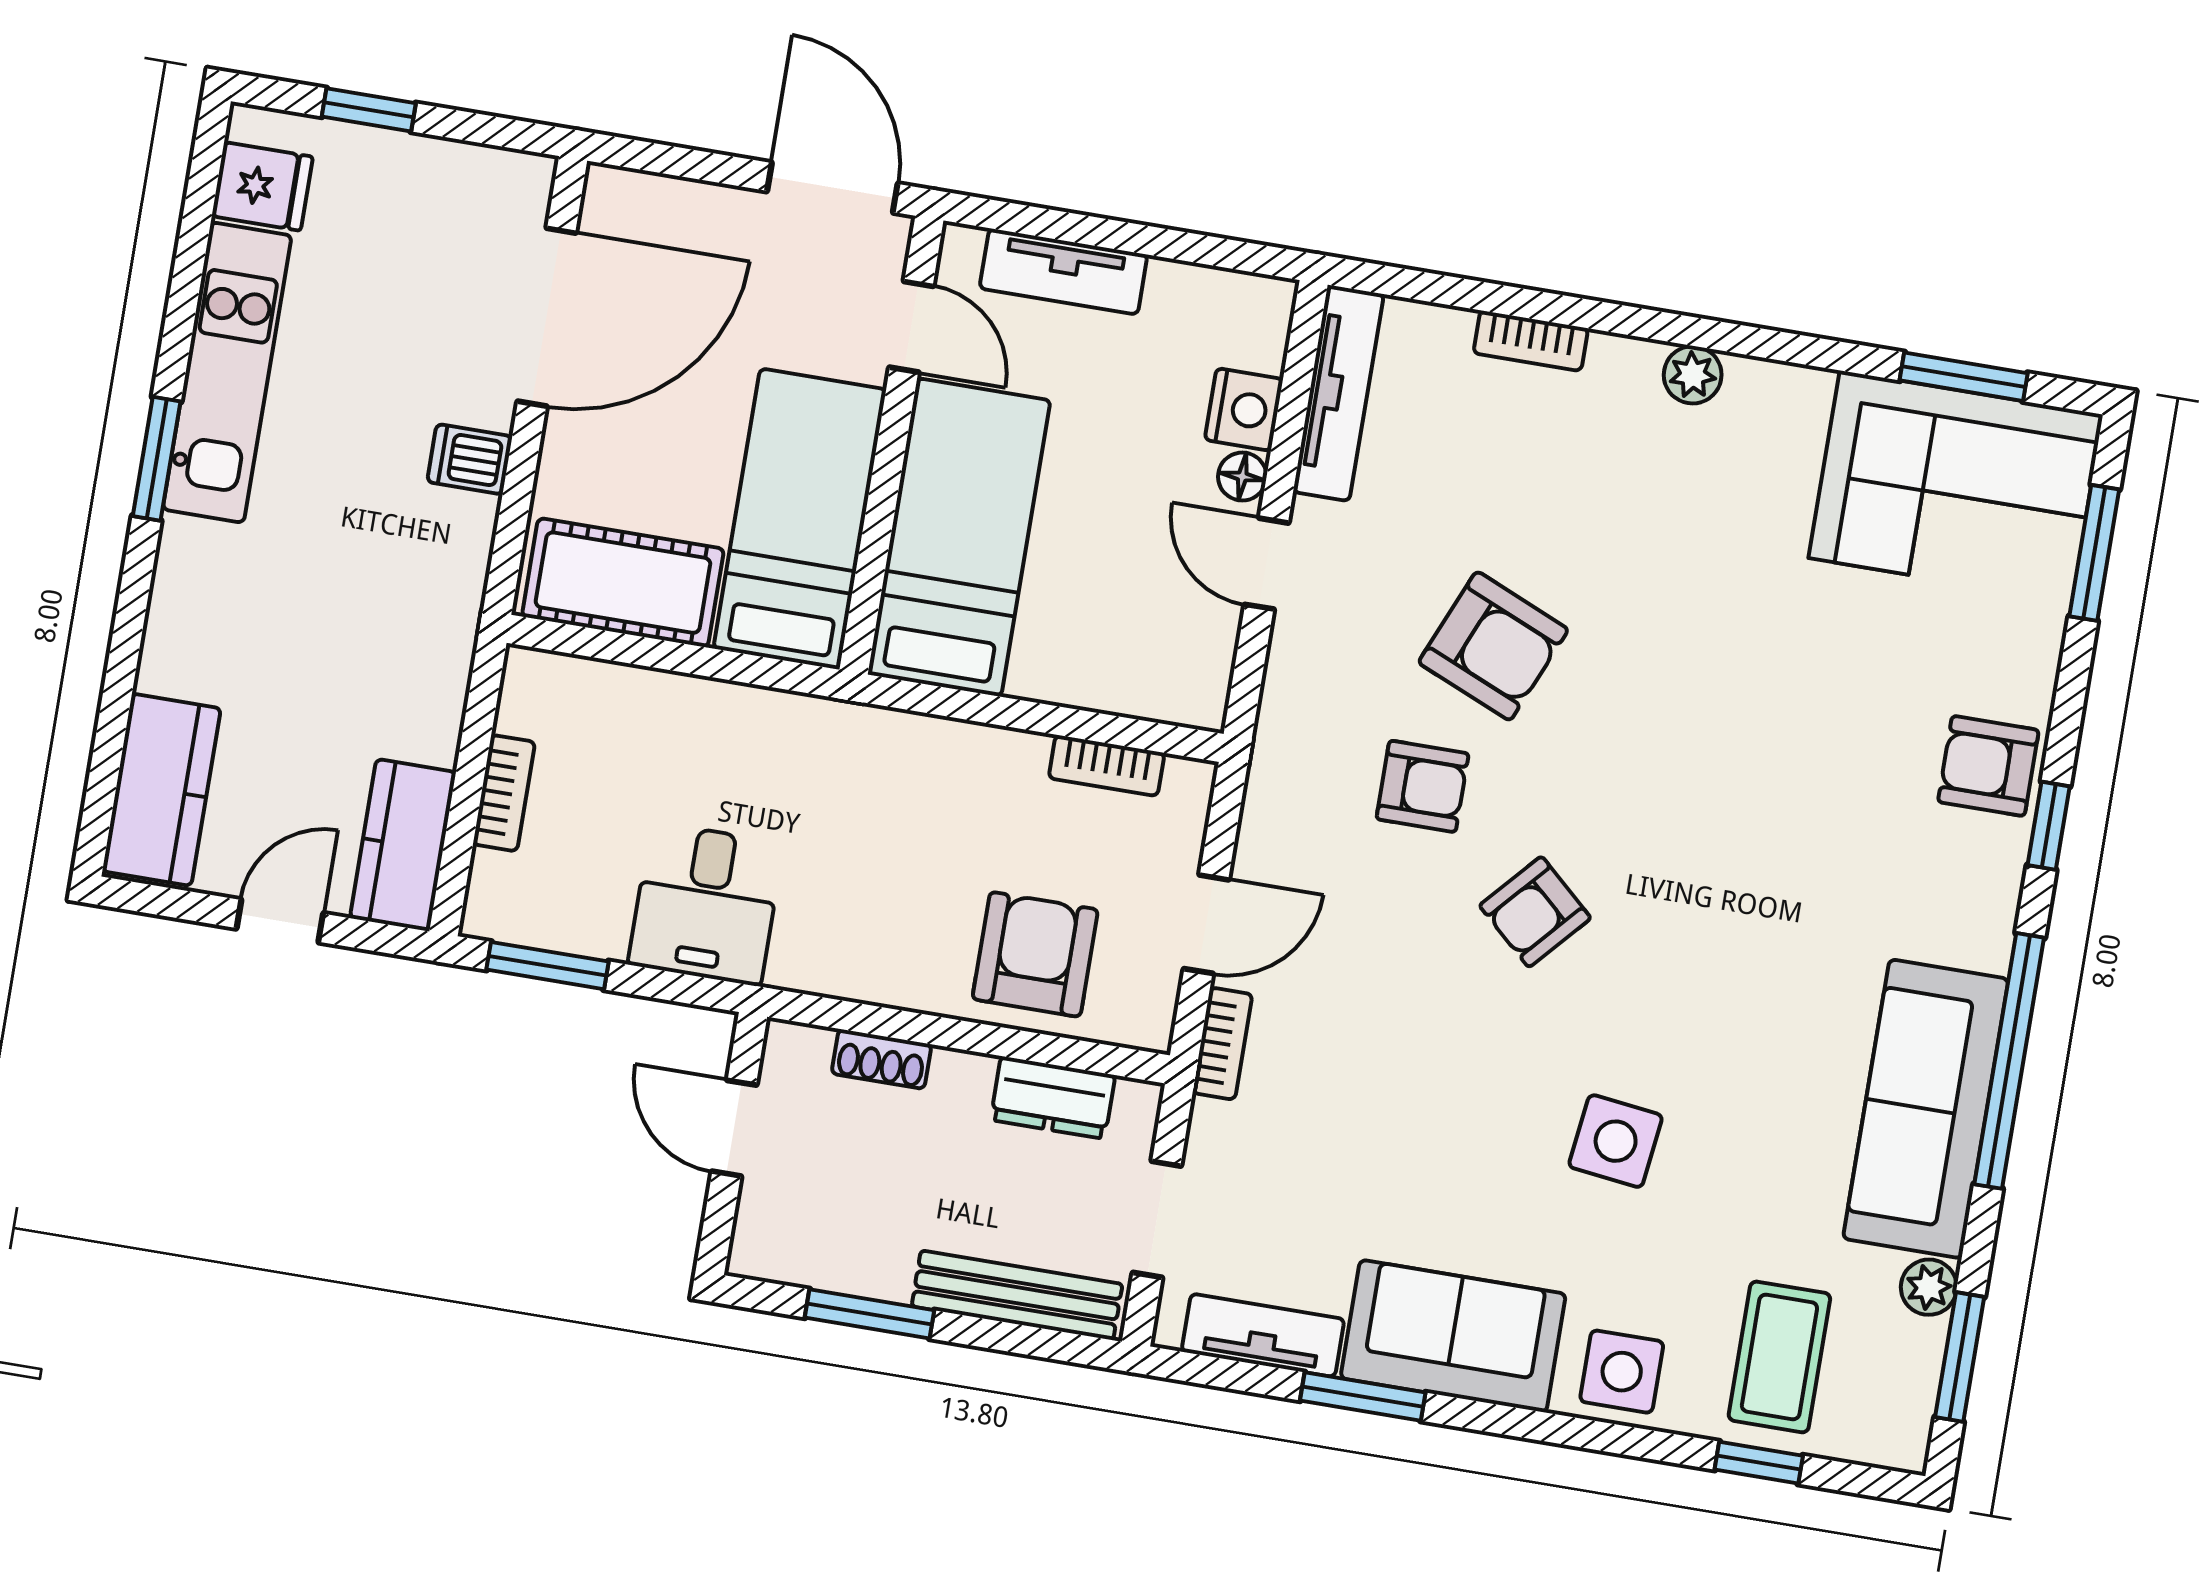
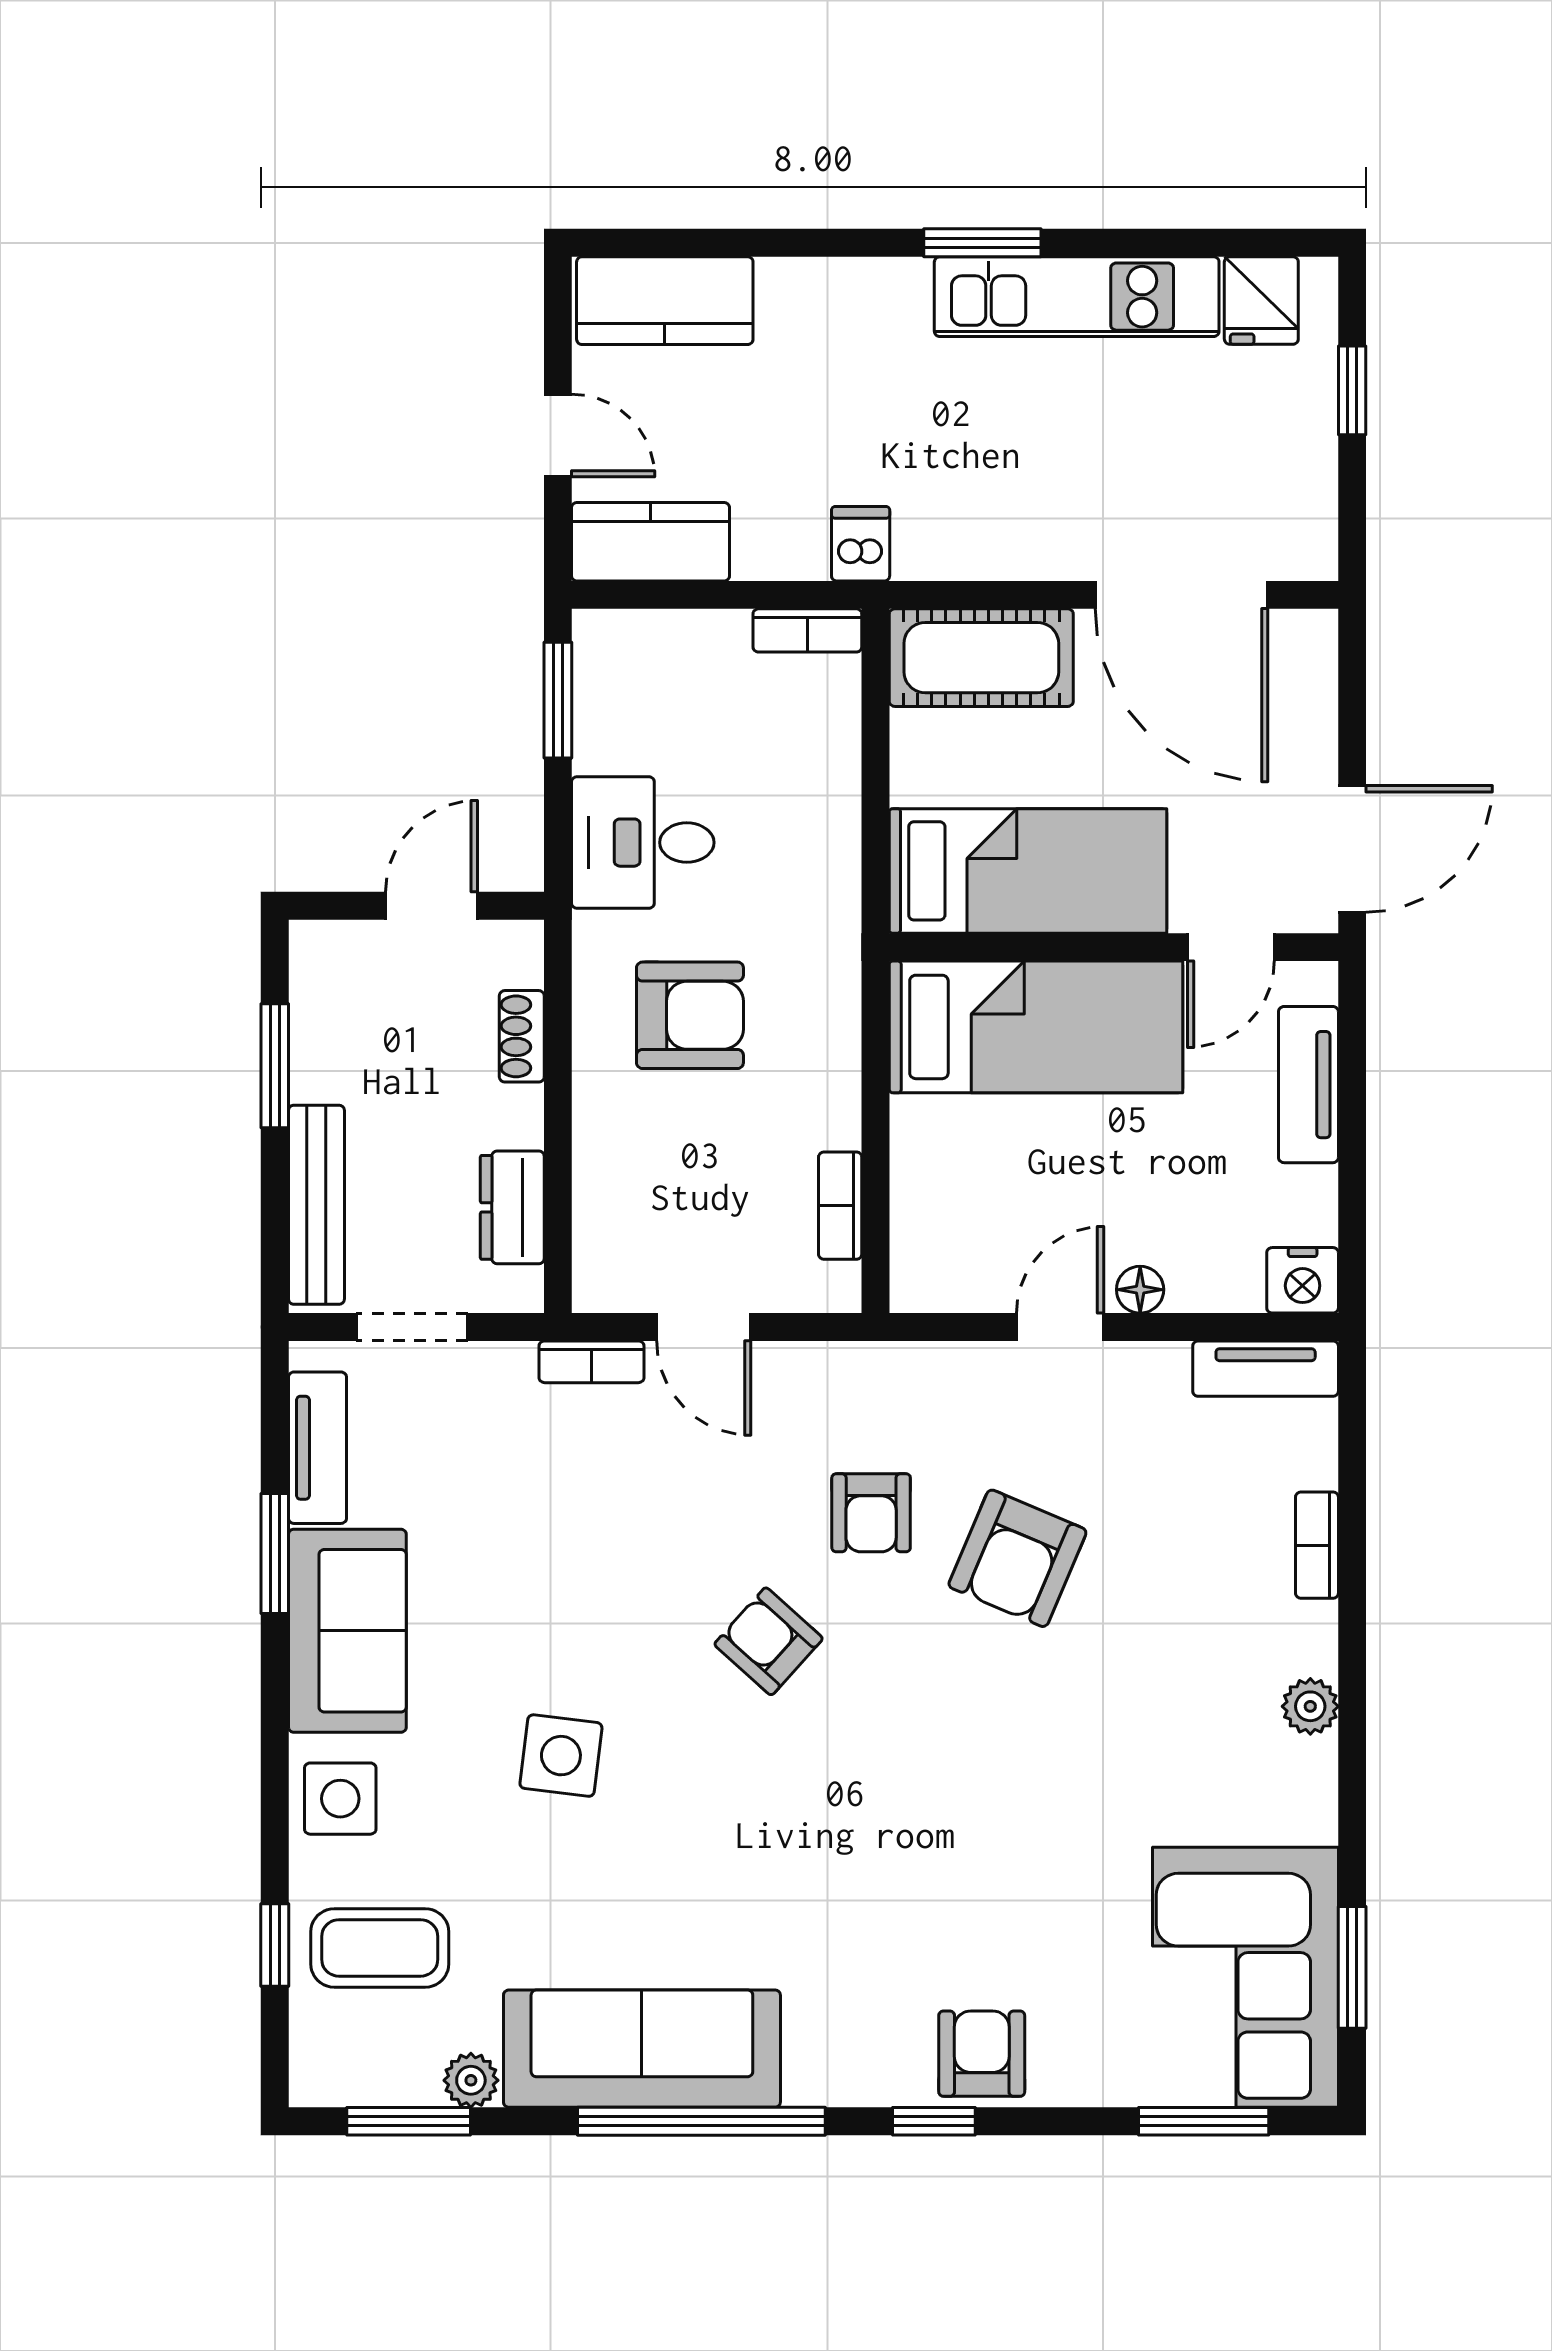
tv unit: (1338, 393) -> (1266, 1369), width x0.71
nightstand: (1244, 409) -> (1303, 1280), moved
dishwasher: (470, 459) -> (861, 544), moved
cot: (623, 583) -> (981, 658), moved, turned 90
bookcase: (504, 793) -> (807, 630), moved
armchair: (1035, 954) -> (690, 1015), moved

